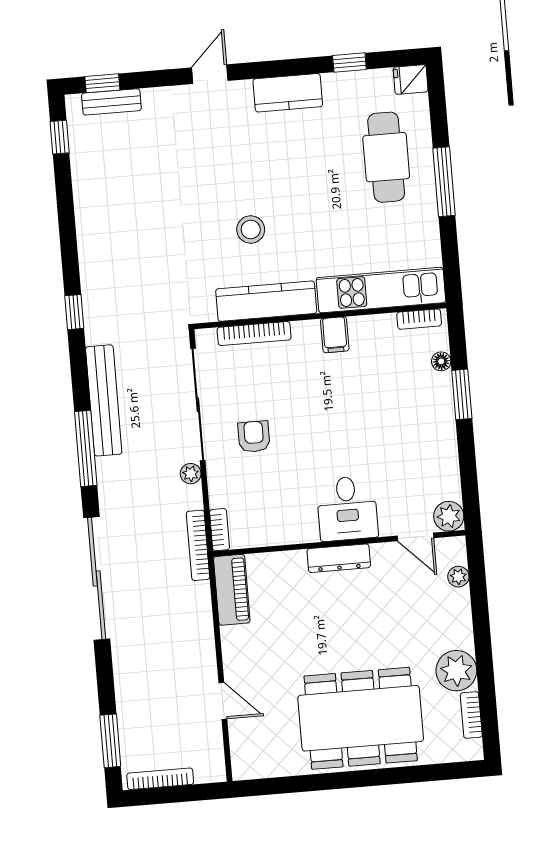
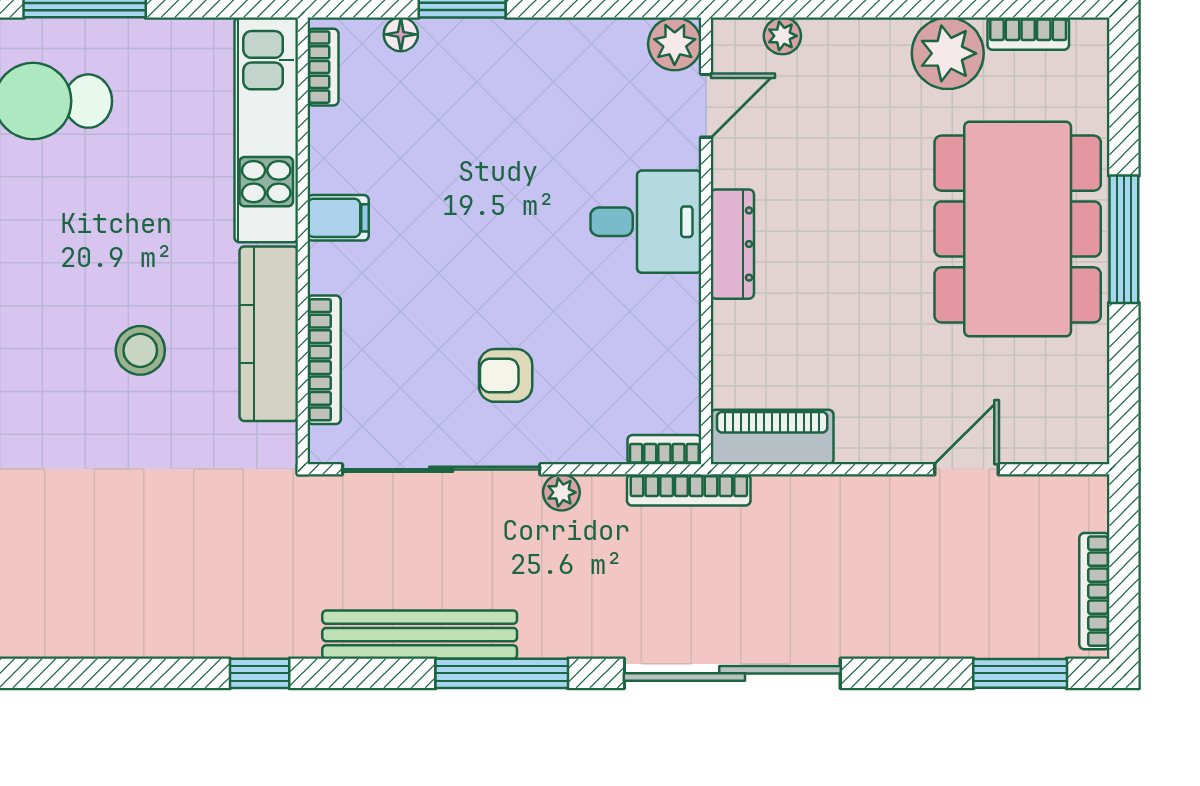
window: (360, 779) -> (1124, 239), added

